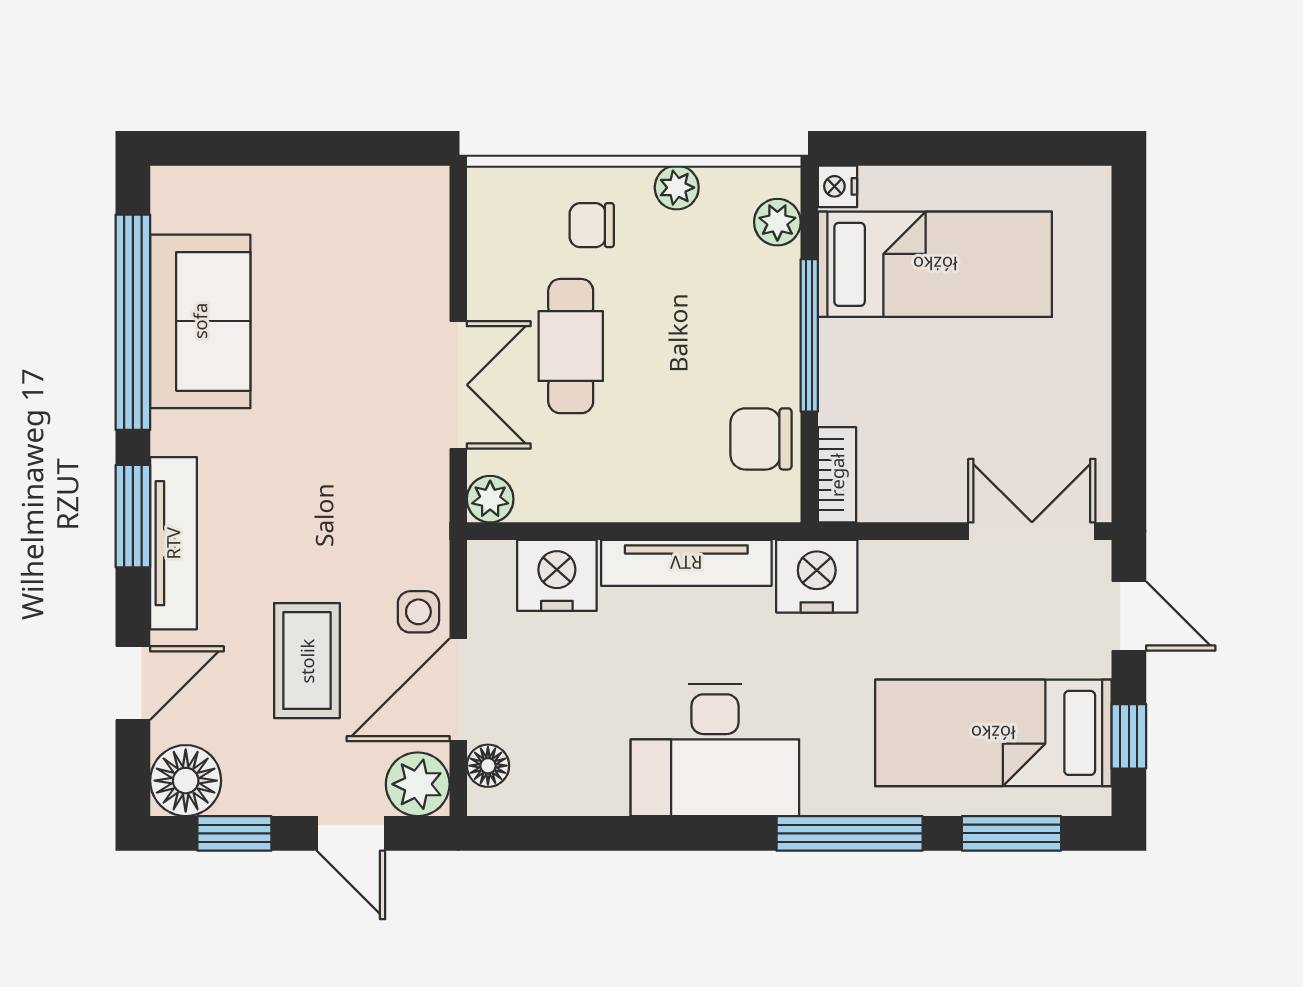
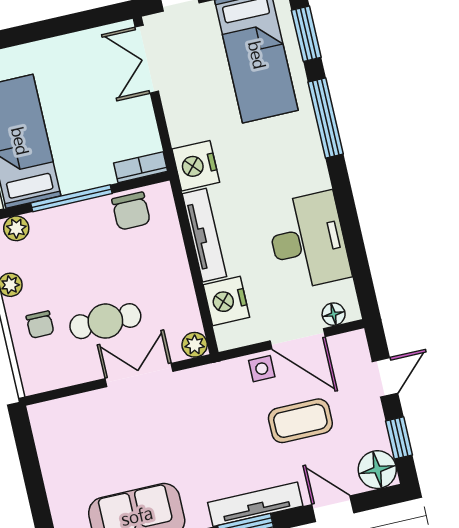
desk: (715, 750) -> (308, 241), moved
plant: (418, 784) -> (352, 348), removed

